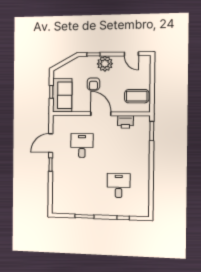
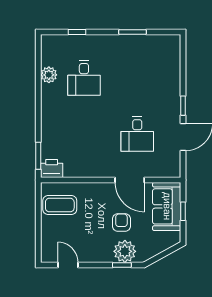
plant: (105, 64) -> (125, 251), moved
door: (101, 114) -> (130, 180), moved
printer: (125, 122) -> (52, 169), moved
plant: (144, 188) -> (49, 75), added

